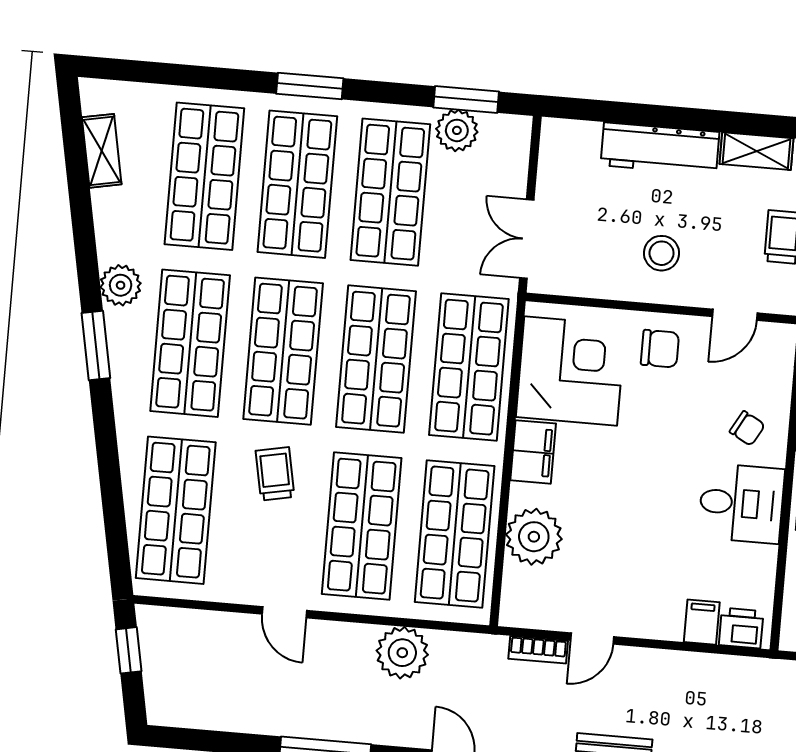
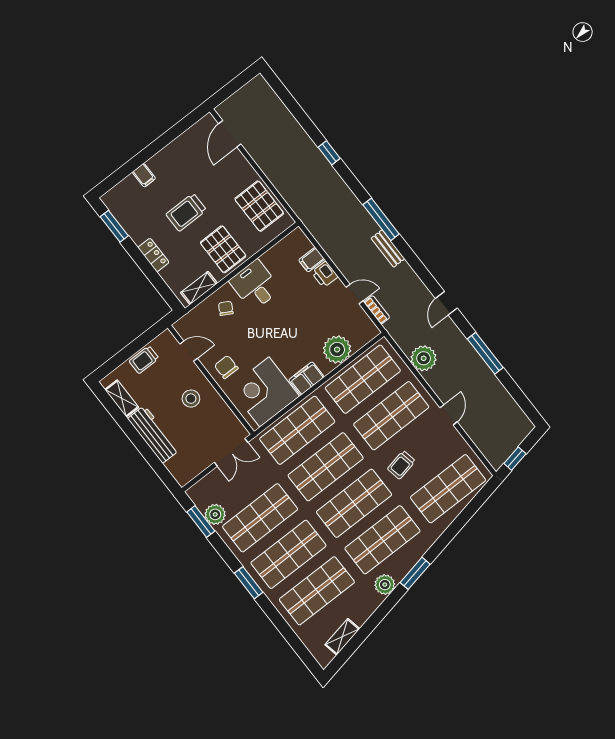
printer: (741, 628) -> (325, 274), moved

